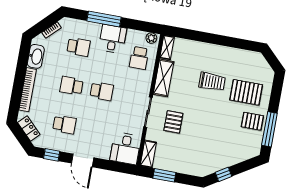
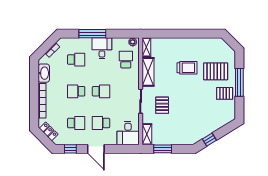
school desk: (139, 58) -> (126, 60), turned 180
window: (269, 129) -> (239, 82), moved
school desk: (95, 130) -> (101, 123), added

